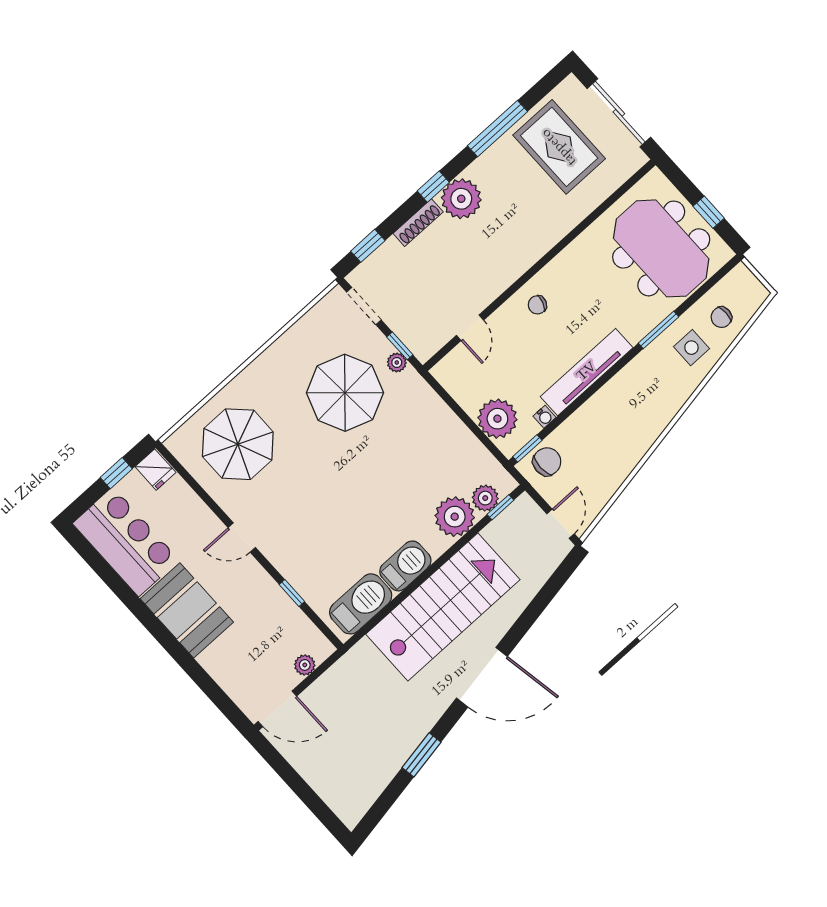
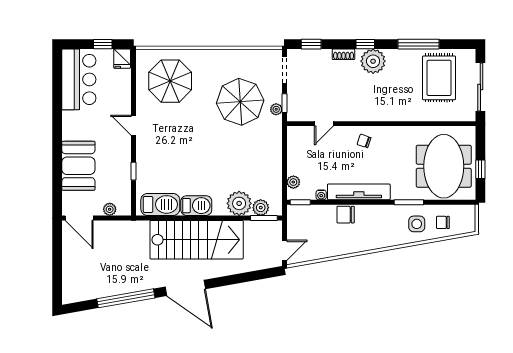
shoe rack: (418, 223) -> (344, 54), width x0.70
plant: (497, 419) -> (293, 182), width x0.53, depth x0.53
chair: (547, 462) -> (346, 215), moved, turned 180
window: (500, 507) -> (264, 218), width x1.50
booth: (187, 610) -> (78, 166), moved
window: (422, 755) -> (126, 298), width x2.11

